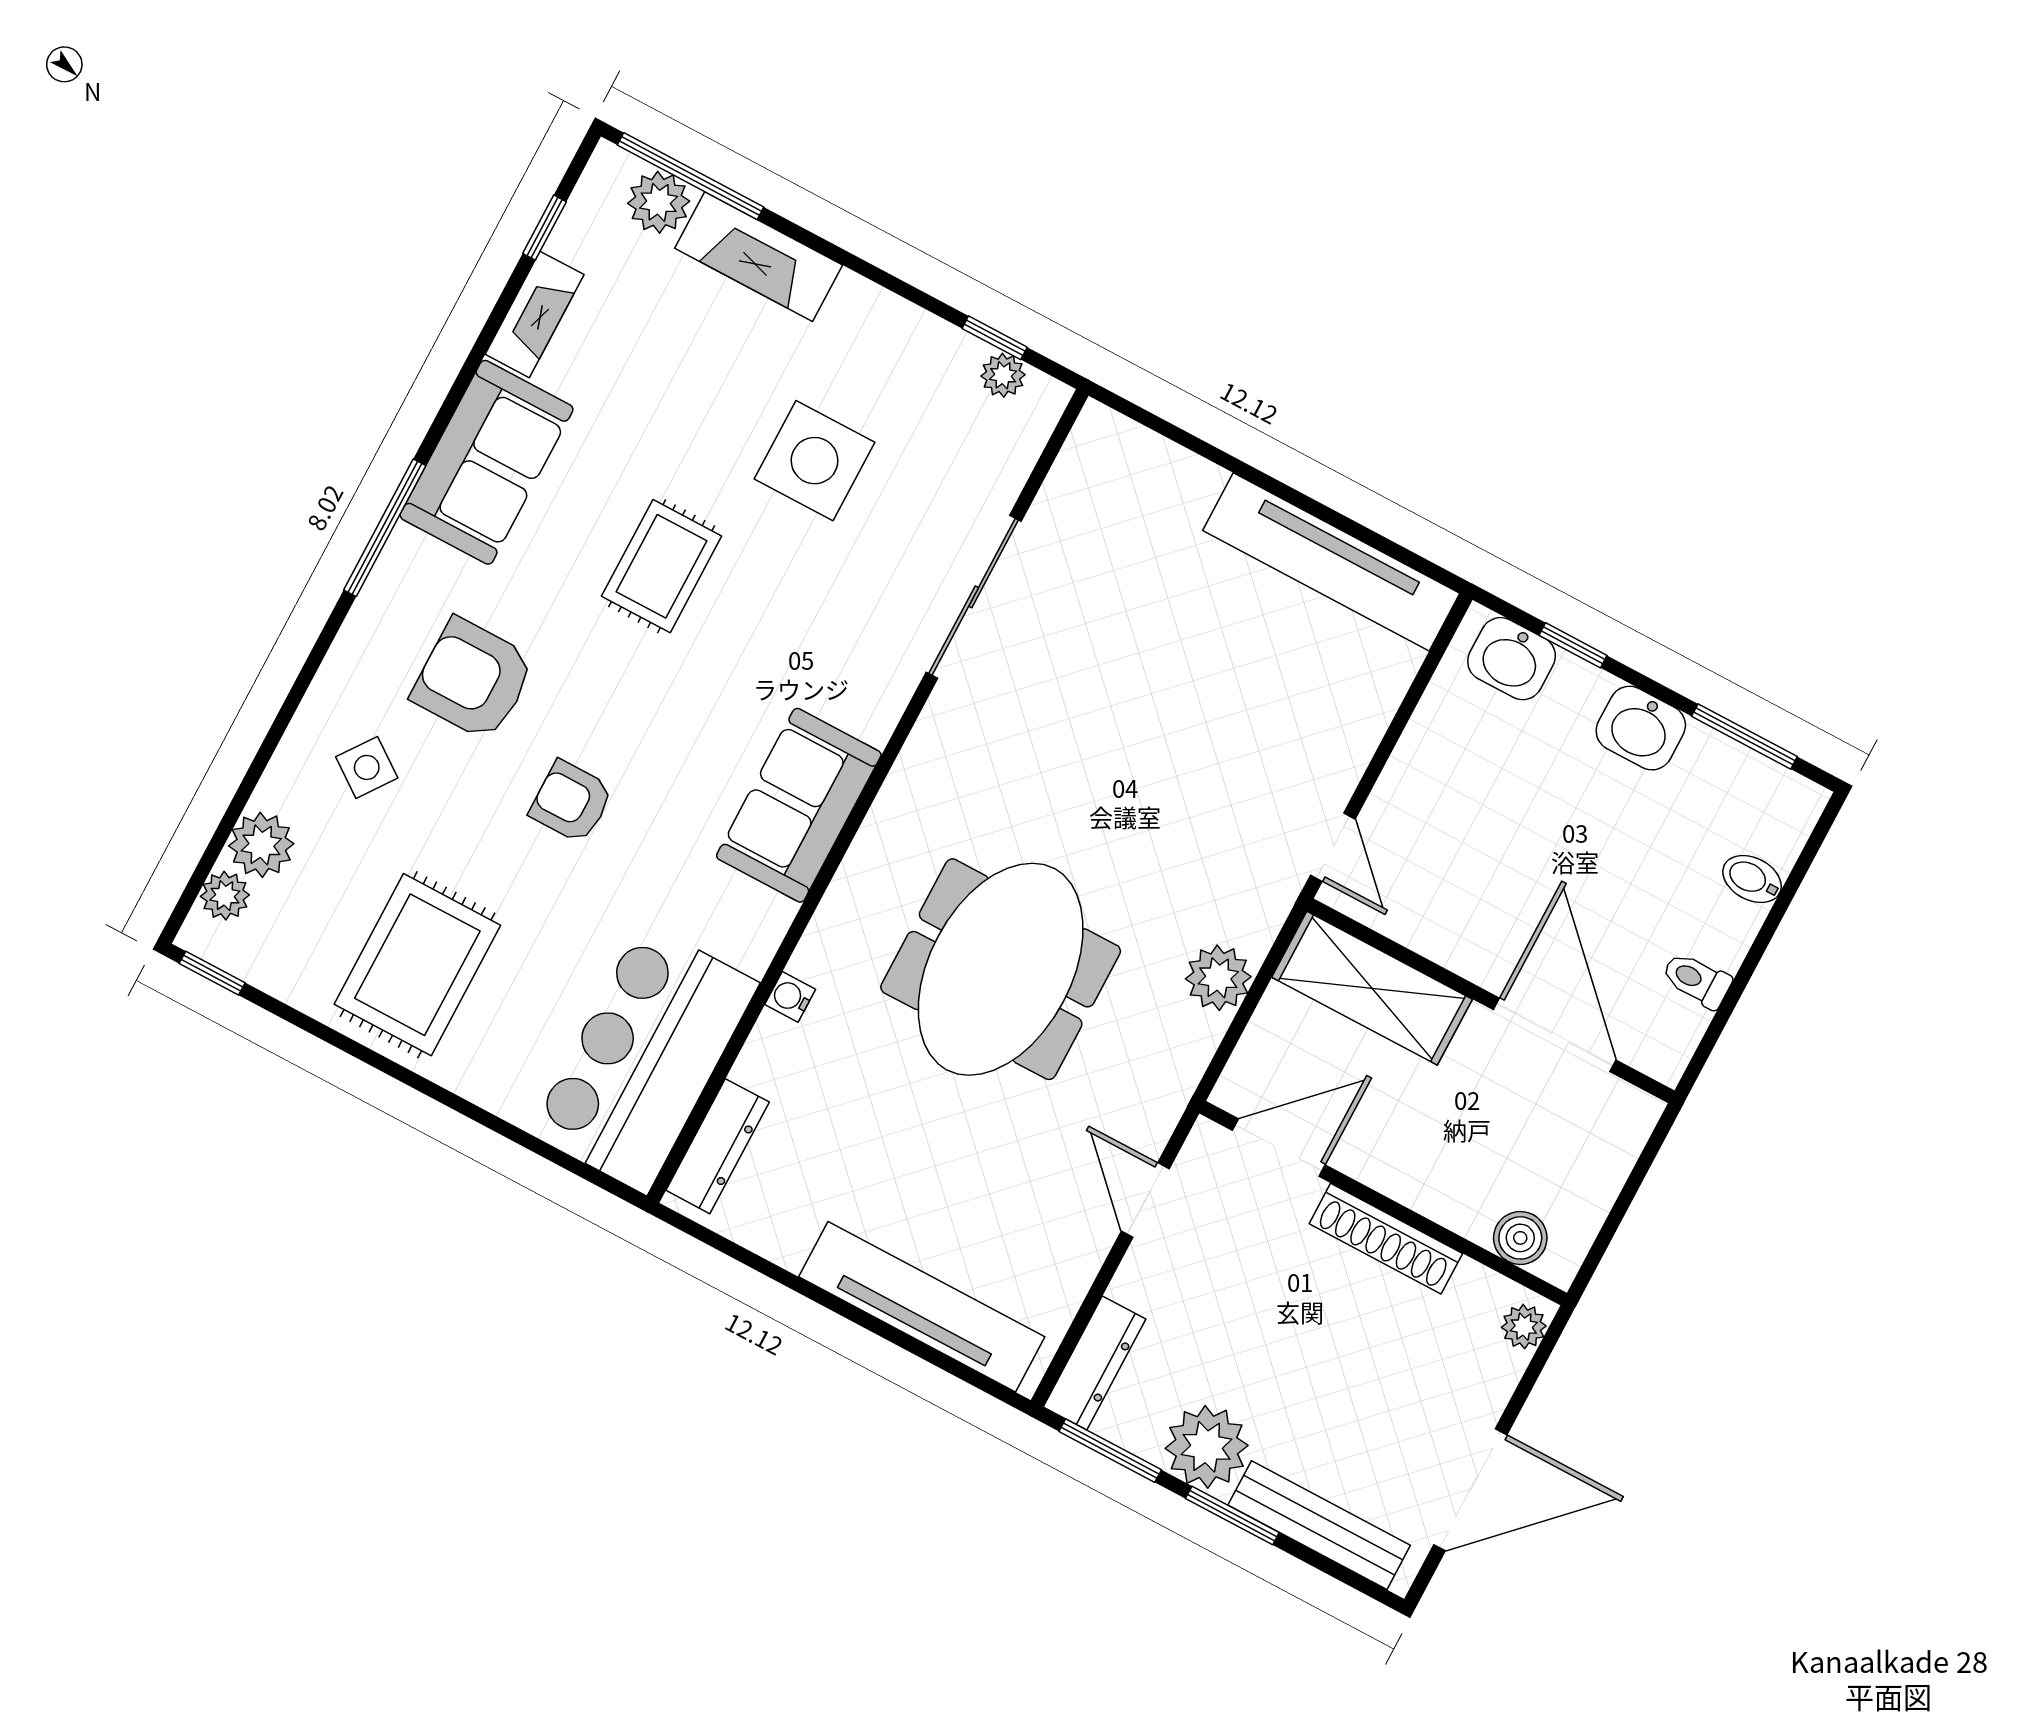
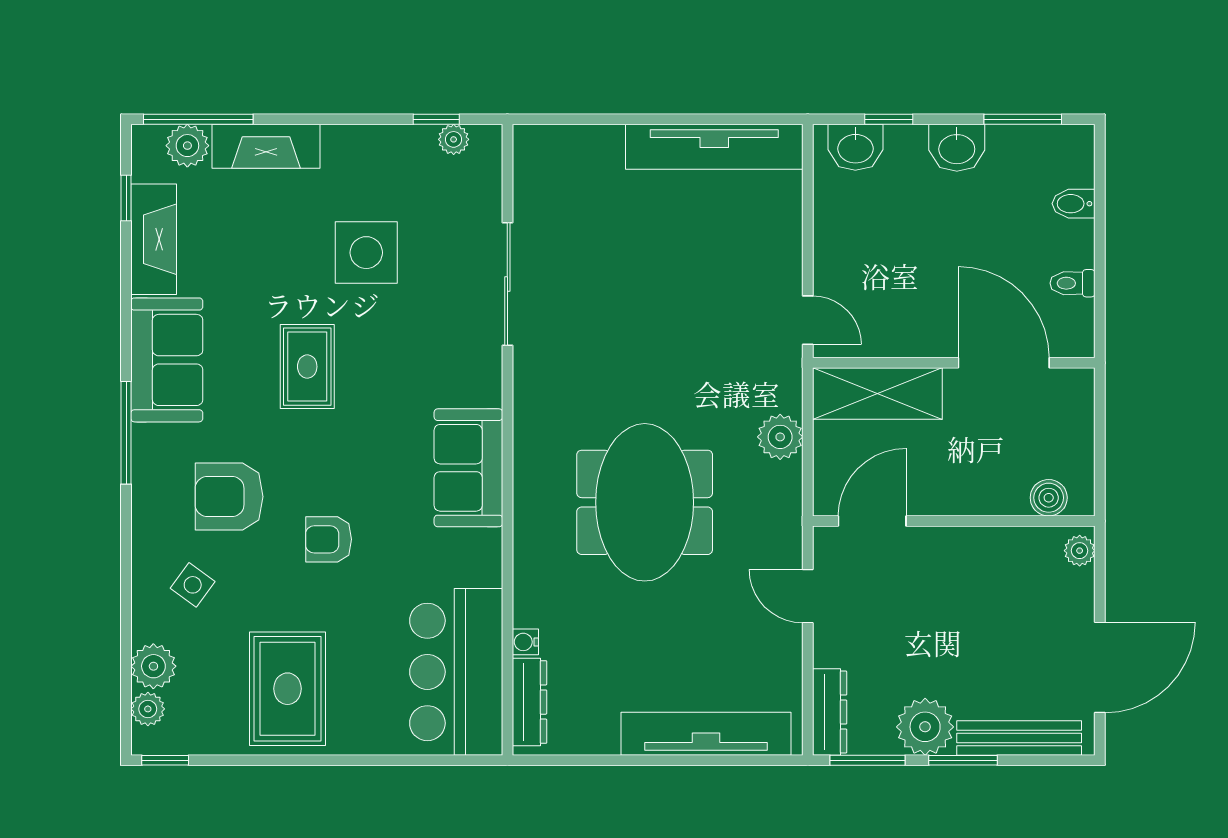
fireplace: (535, 314) -> (154, 239), width x1.37, depth x1.32
water cooler: (790, 997) -> (525, 642), moved
shoe rack: (1386, 1239) -> (967, 542), removed

